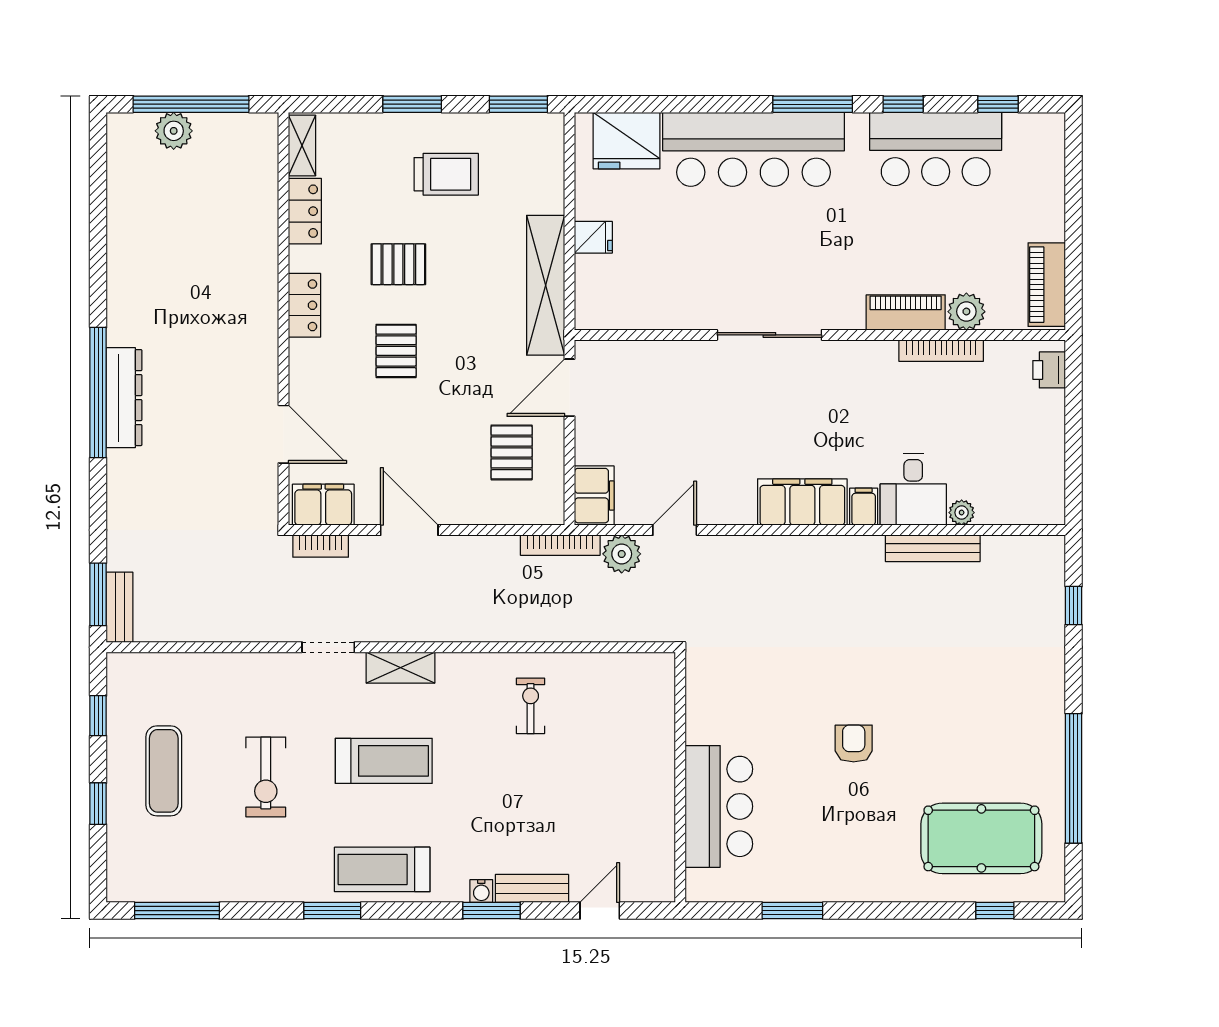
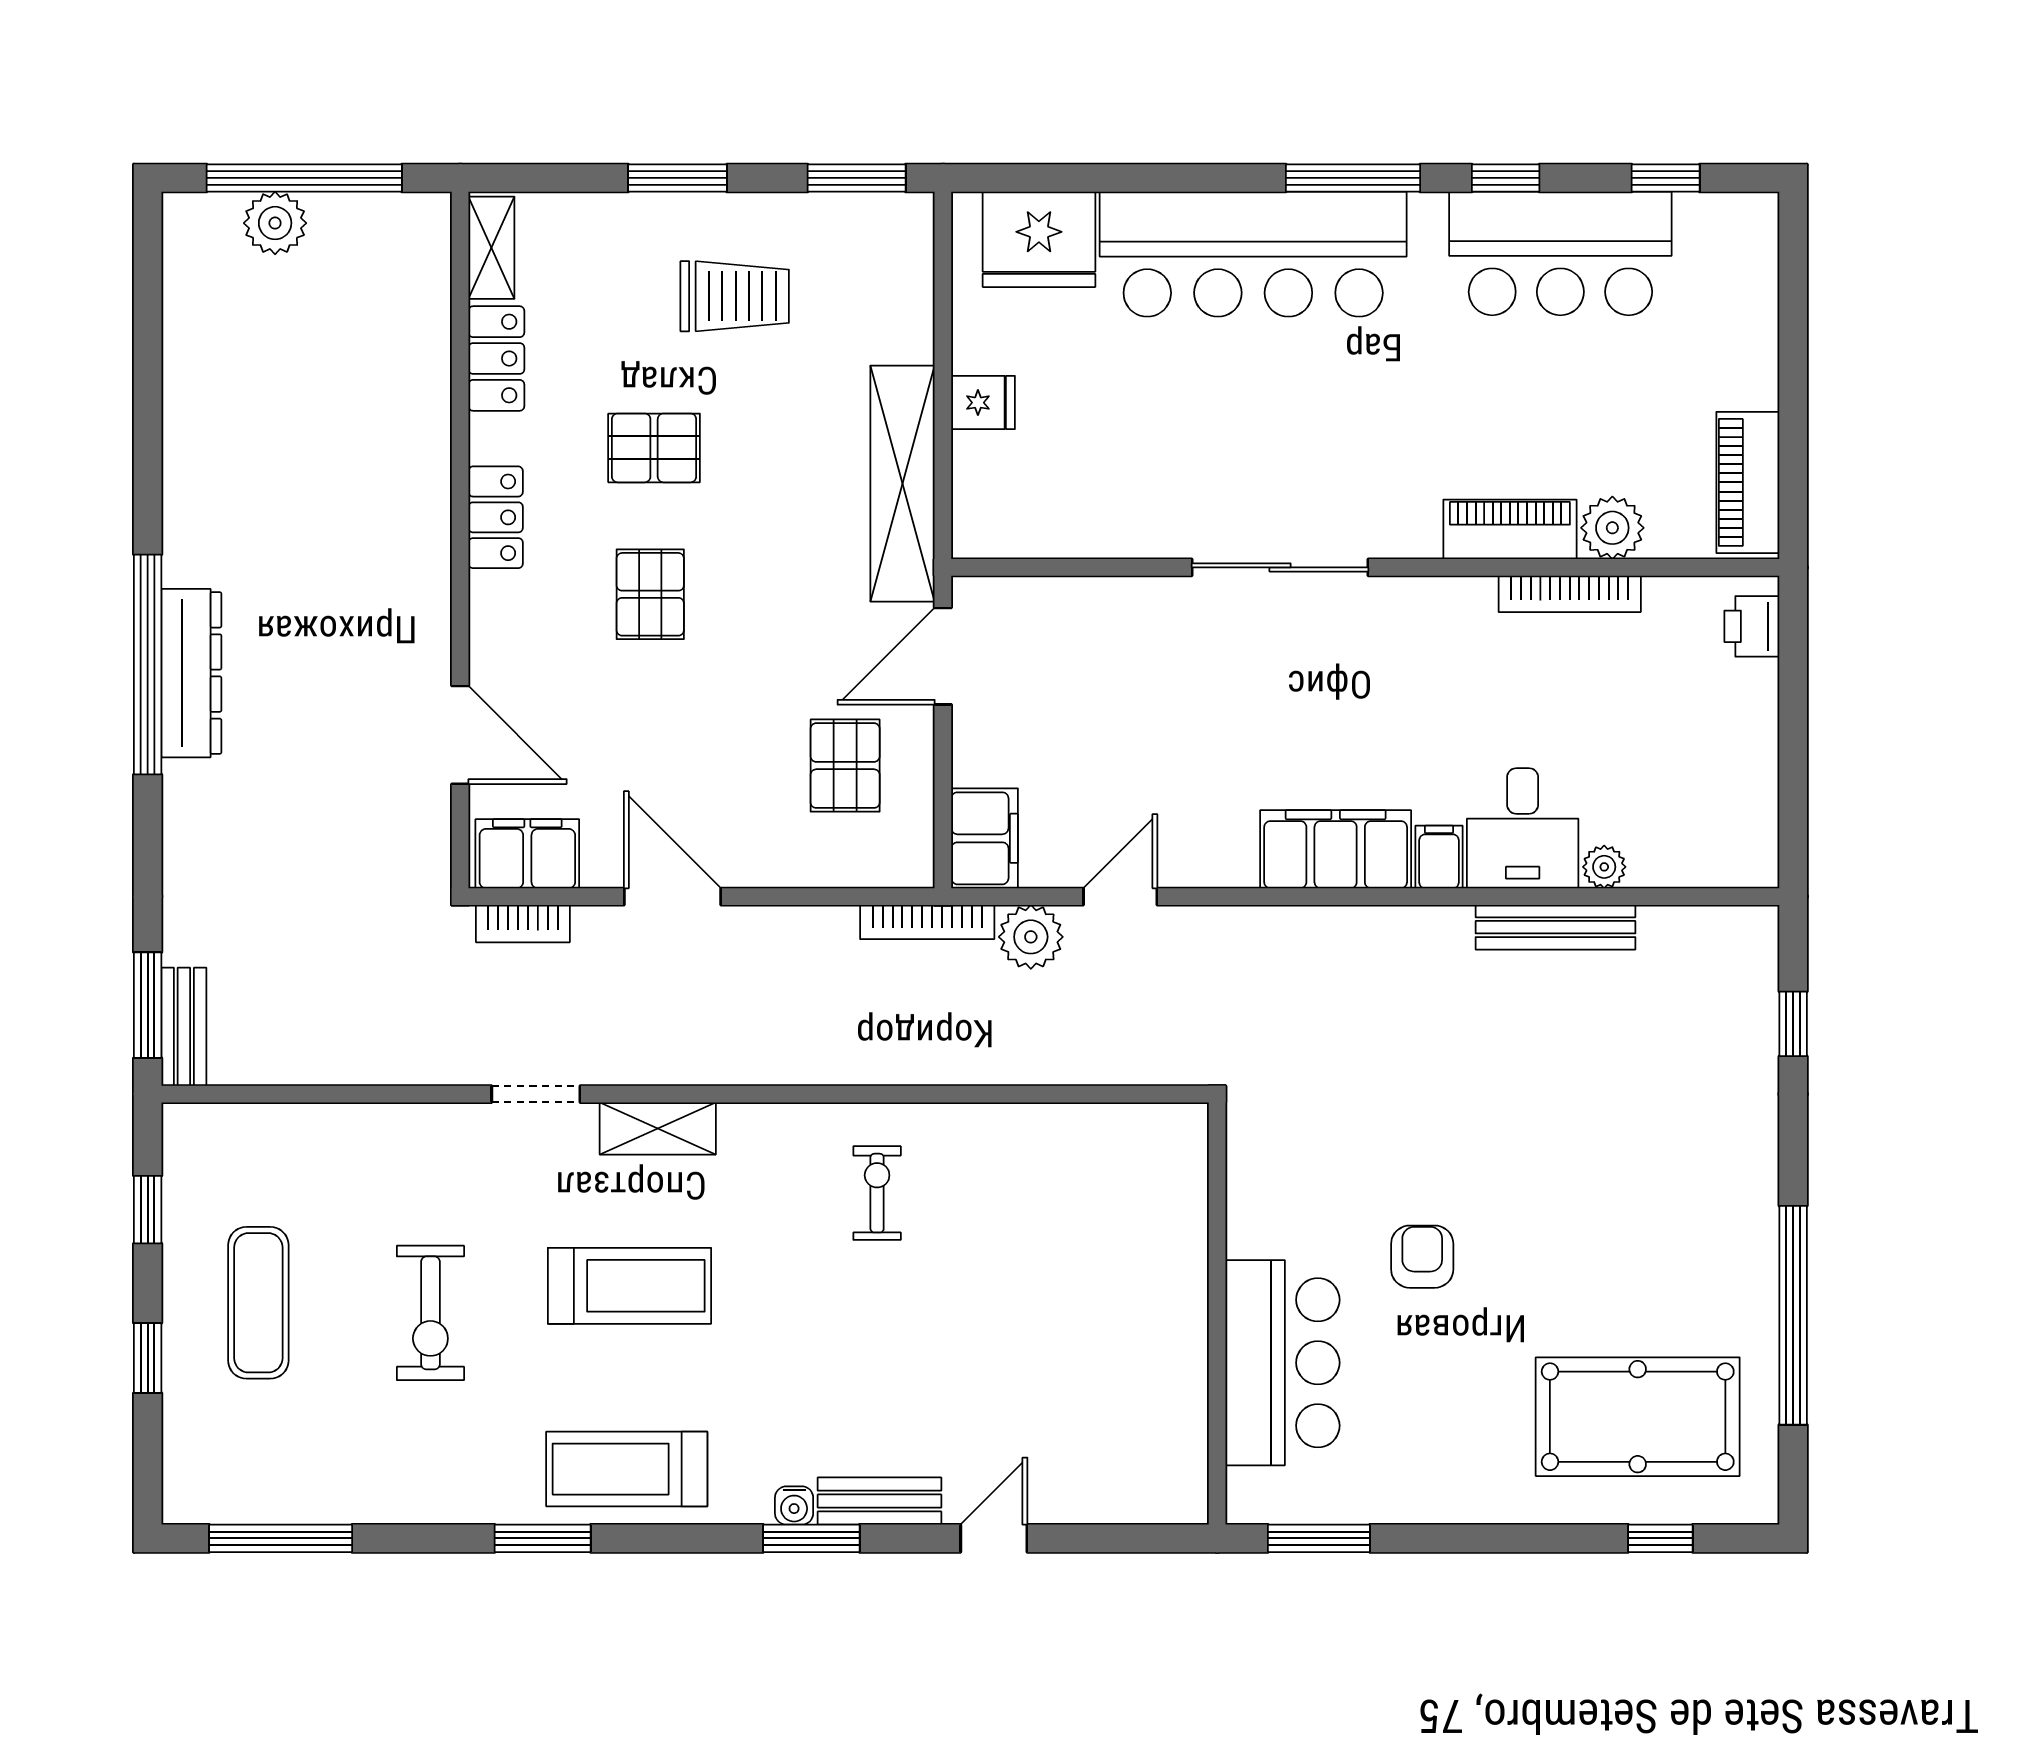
wall: (680, 777) -> (1217, 1313), moved
bar counter: (719, 806) -> (1282, 1363), moved

